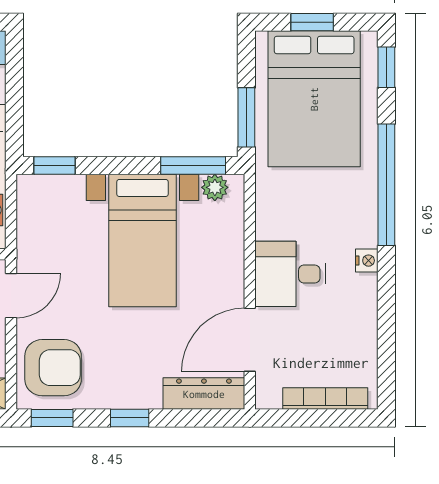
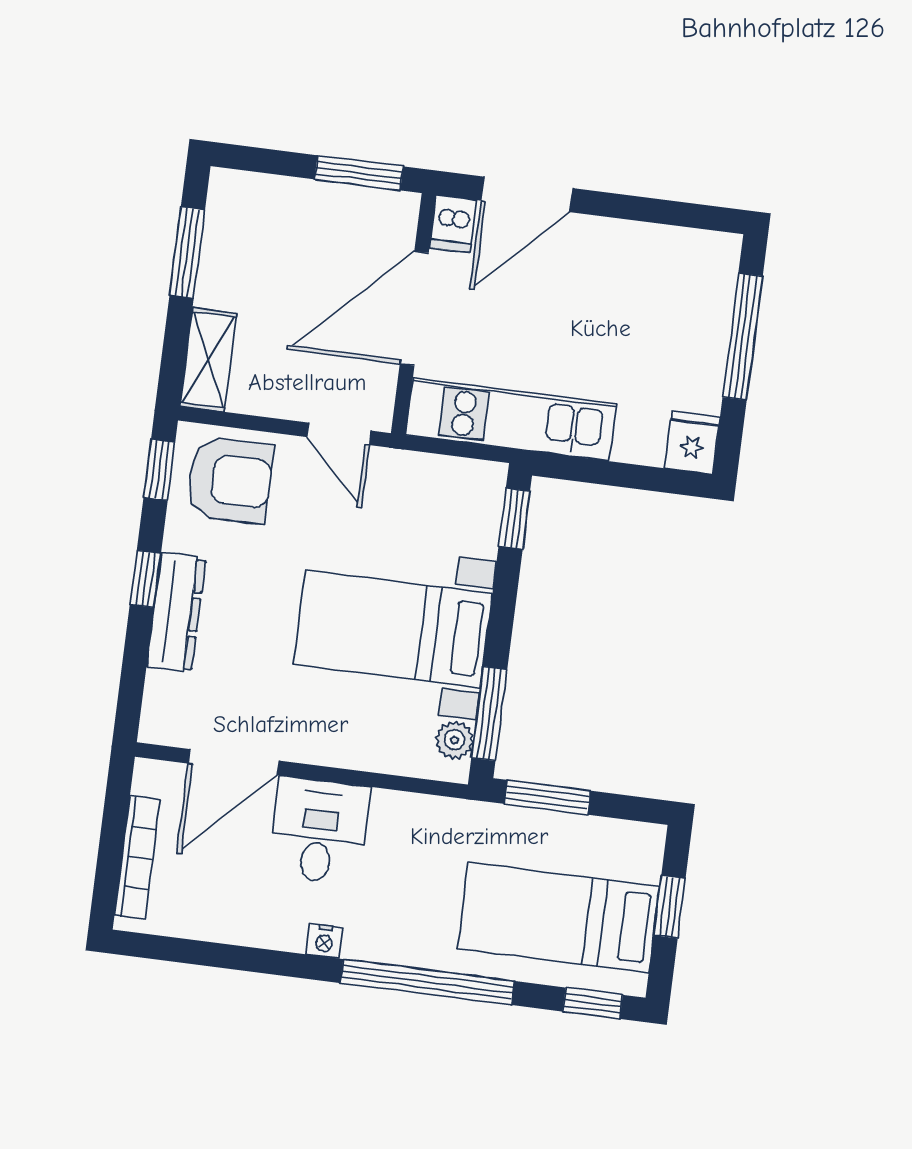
bed: (314, 99) -> (559, 918), width x0.67
door: (250, 340) -> (234, 762), swing flipped
armchair: (53, 368) -> (230, 480), turned -90
dresser: (204, 394) -> (176, 612), moved

